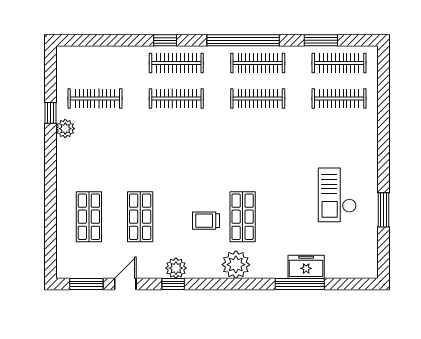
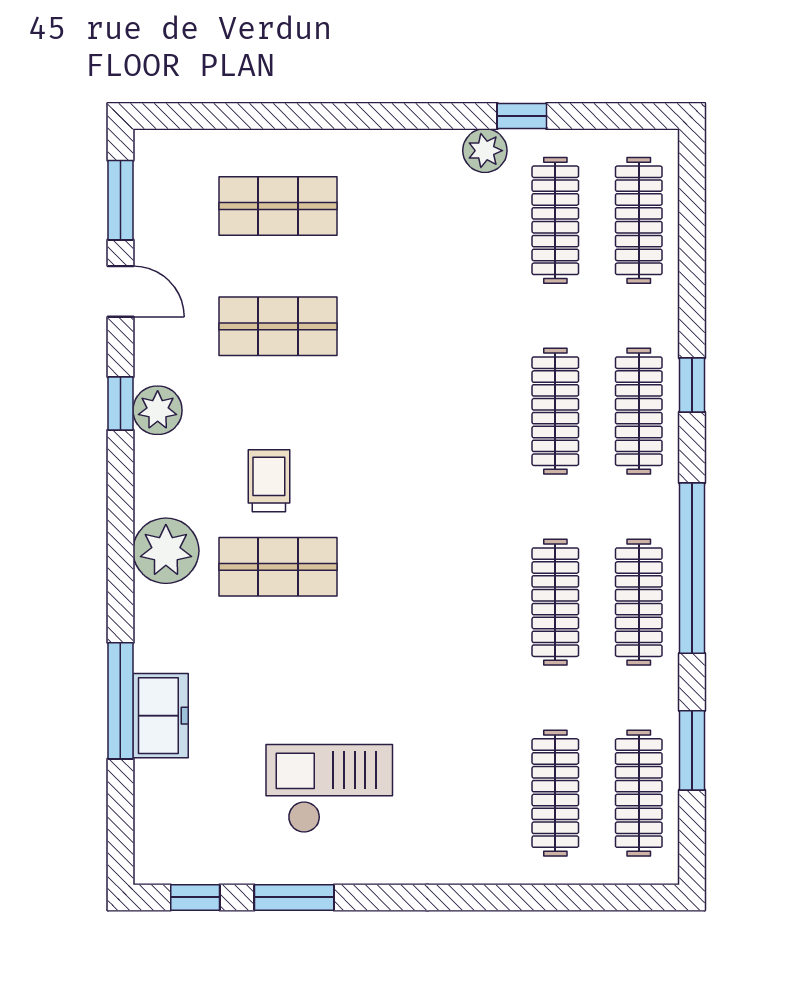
clothes rail: (95, 63) -> (639, 220), added
window: (384, 252) -> (195, 897), added

